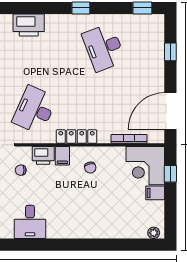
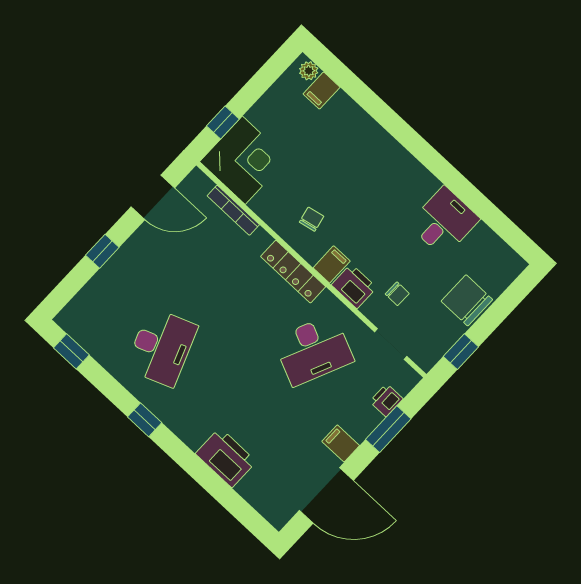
window: (170, 52) -> (102, 251), moved
door: (170, 111) -> (153, 197), width x0.73
filing cabinet: (155, 193) -> (322, 91), moved, turned 90

